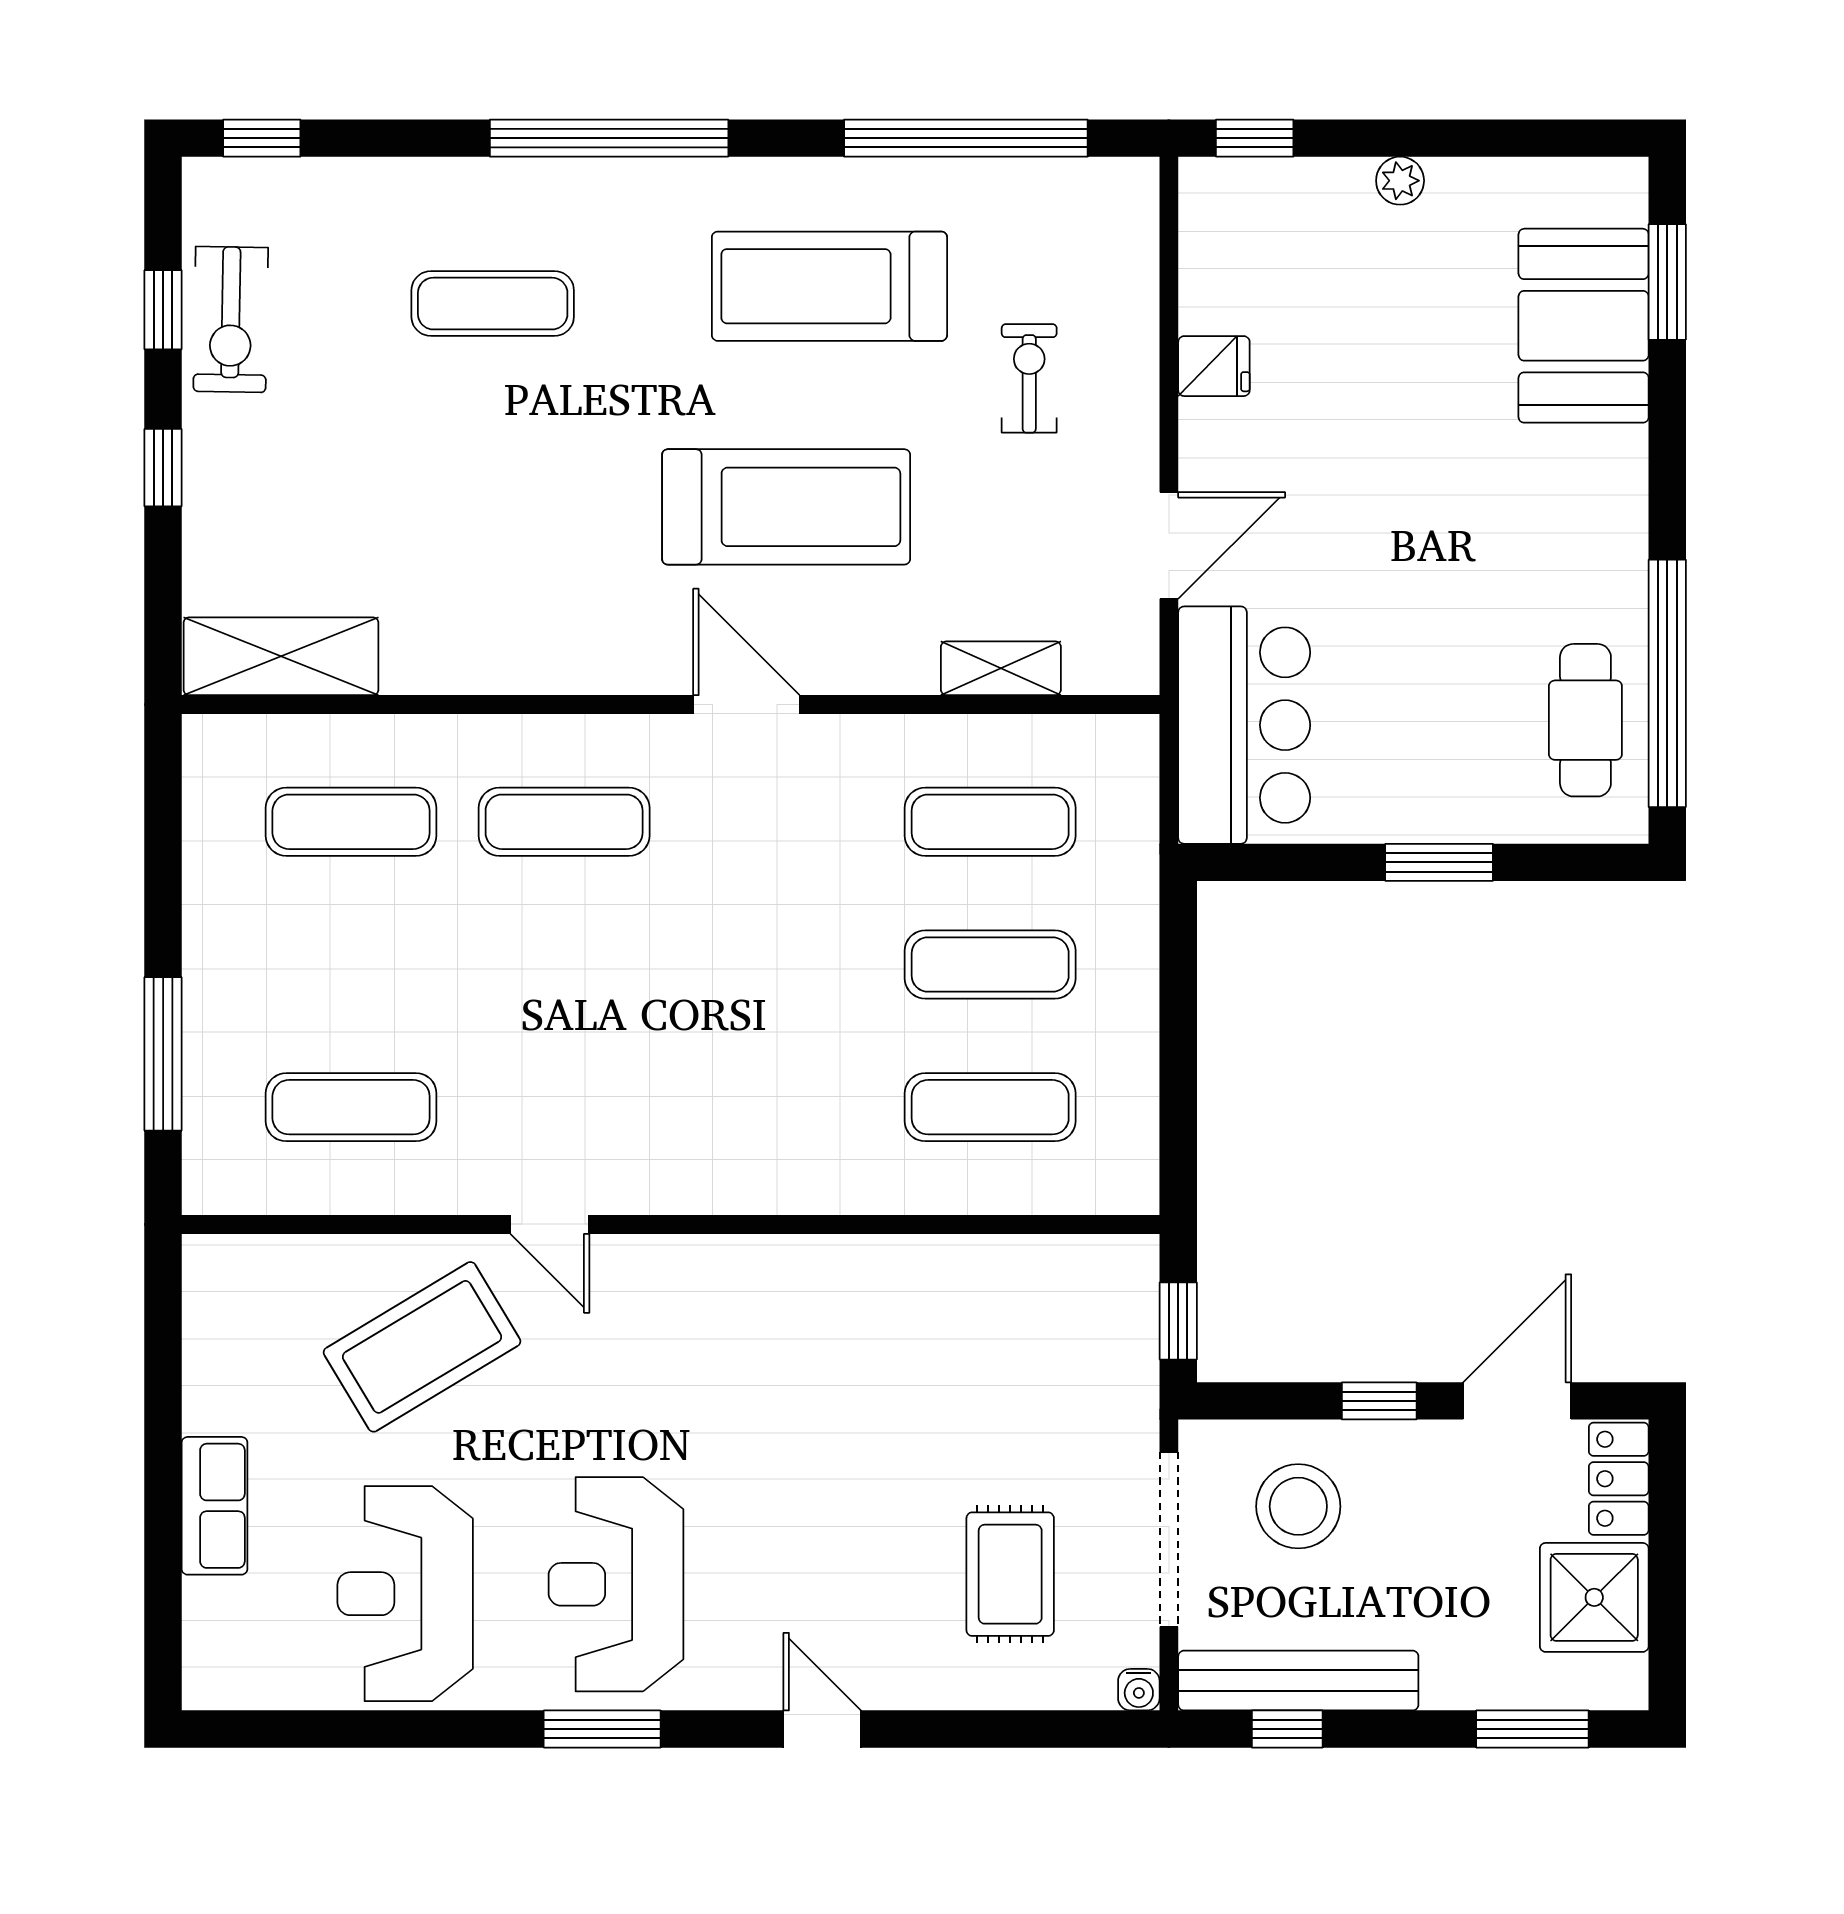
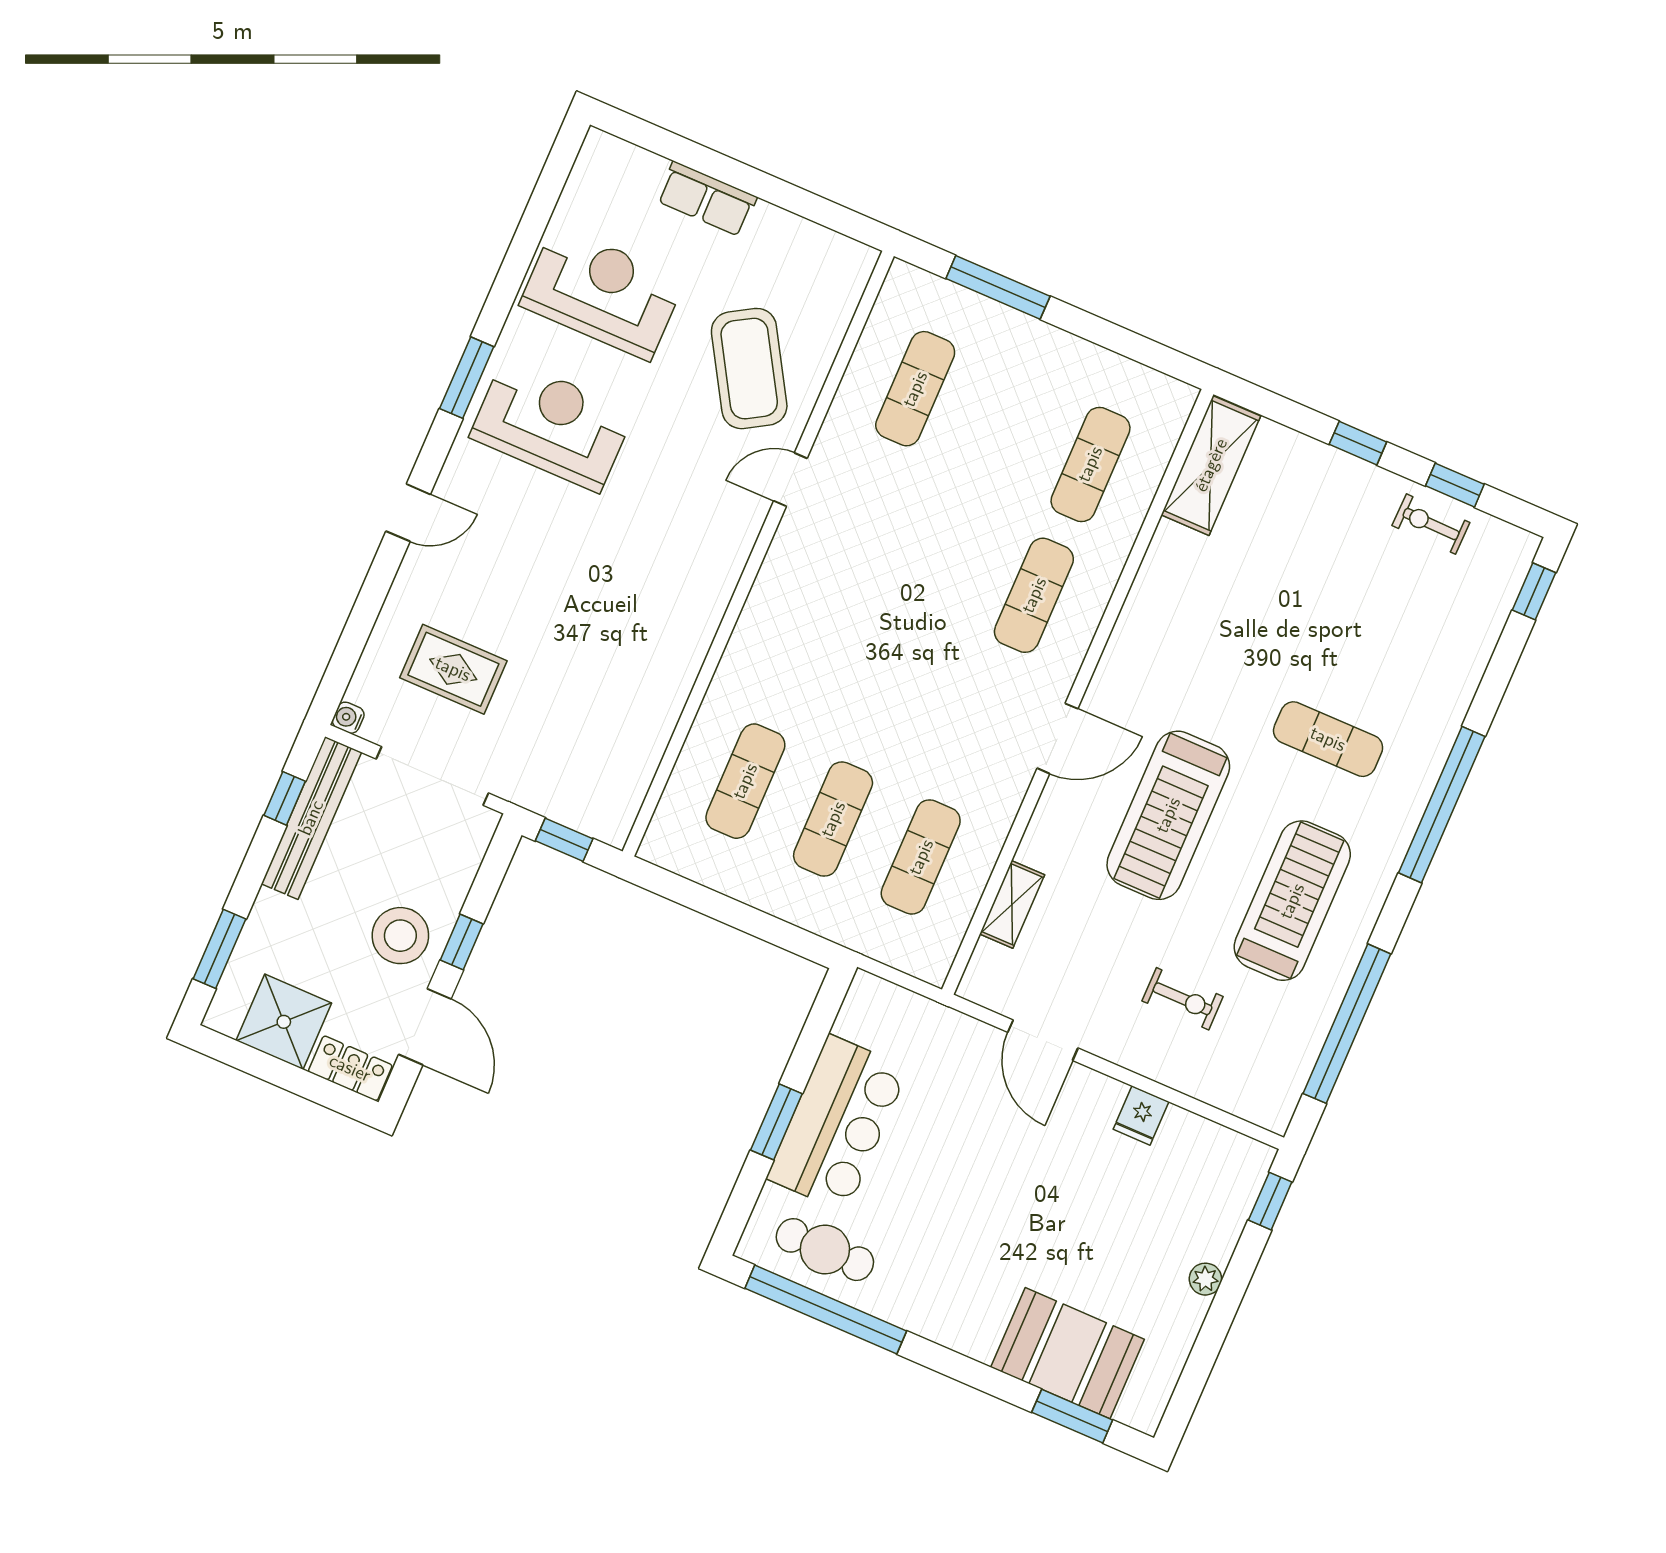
exercise mat: (493, 304) -> (1328, 739), moved, turned 90
exercise bike: (231, 319) -> (1431, 524), width x0.73, depth x0.72
bar counter: (1244, 725) -> (837, 1123), moved, turned -90
stool: (1298, 1506) -> (400, 936), moved

